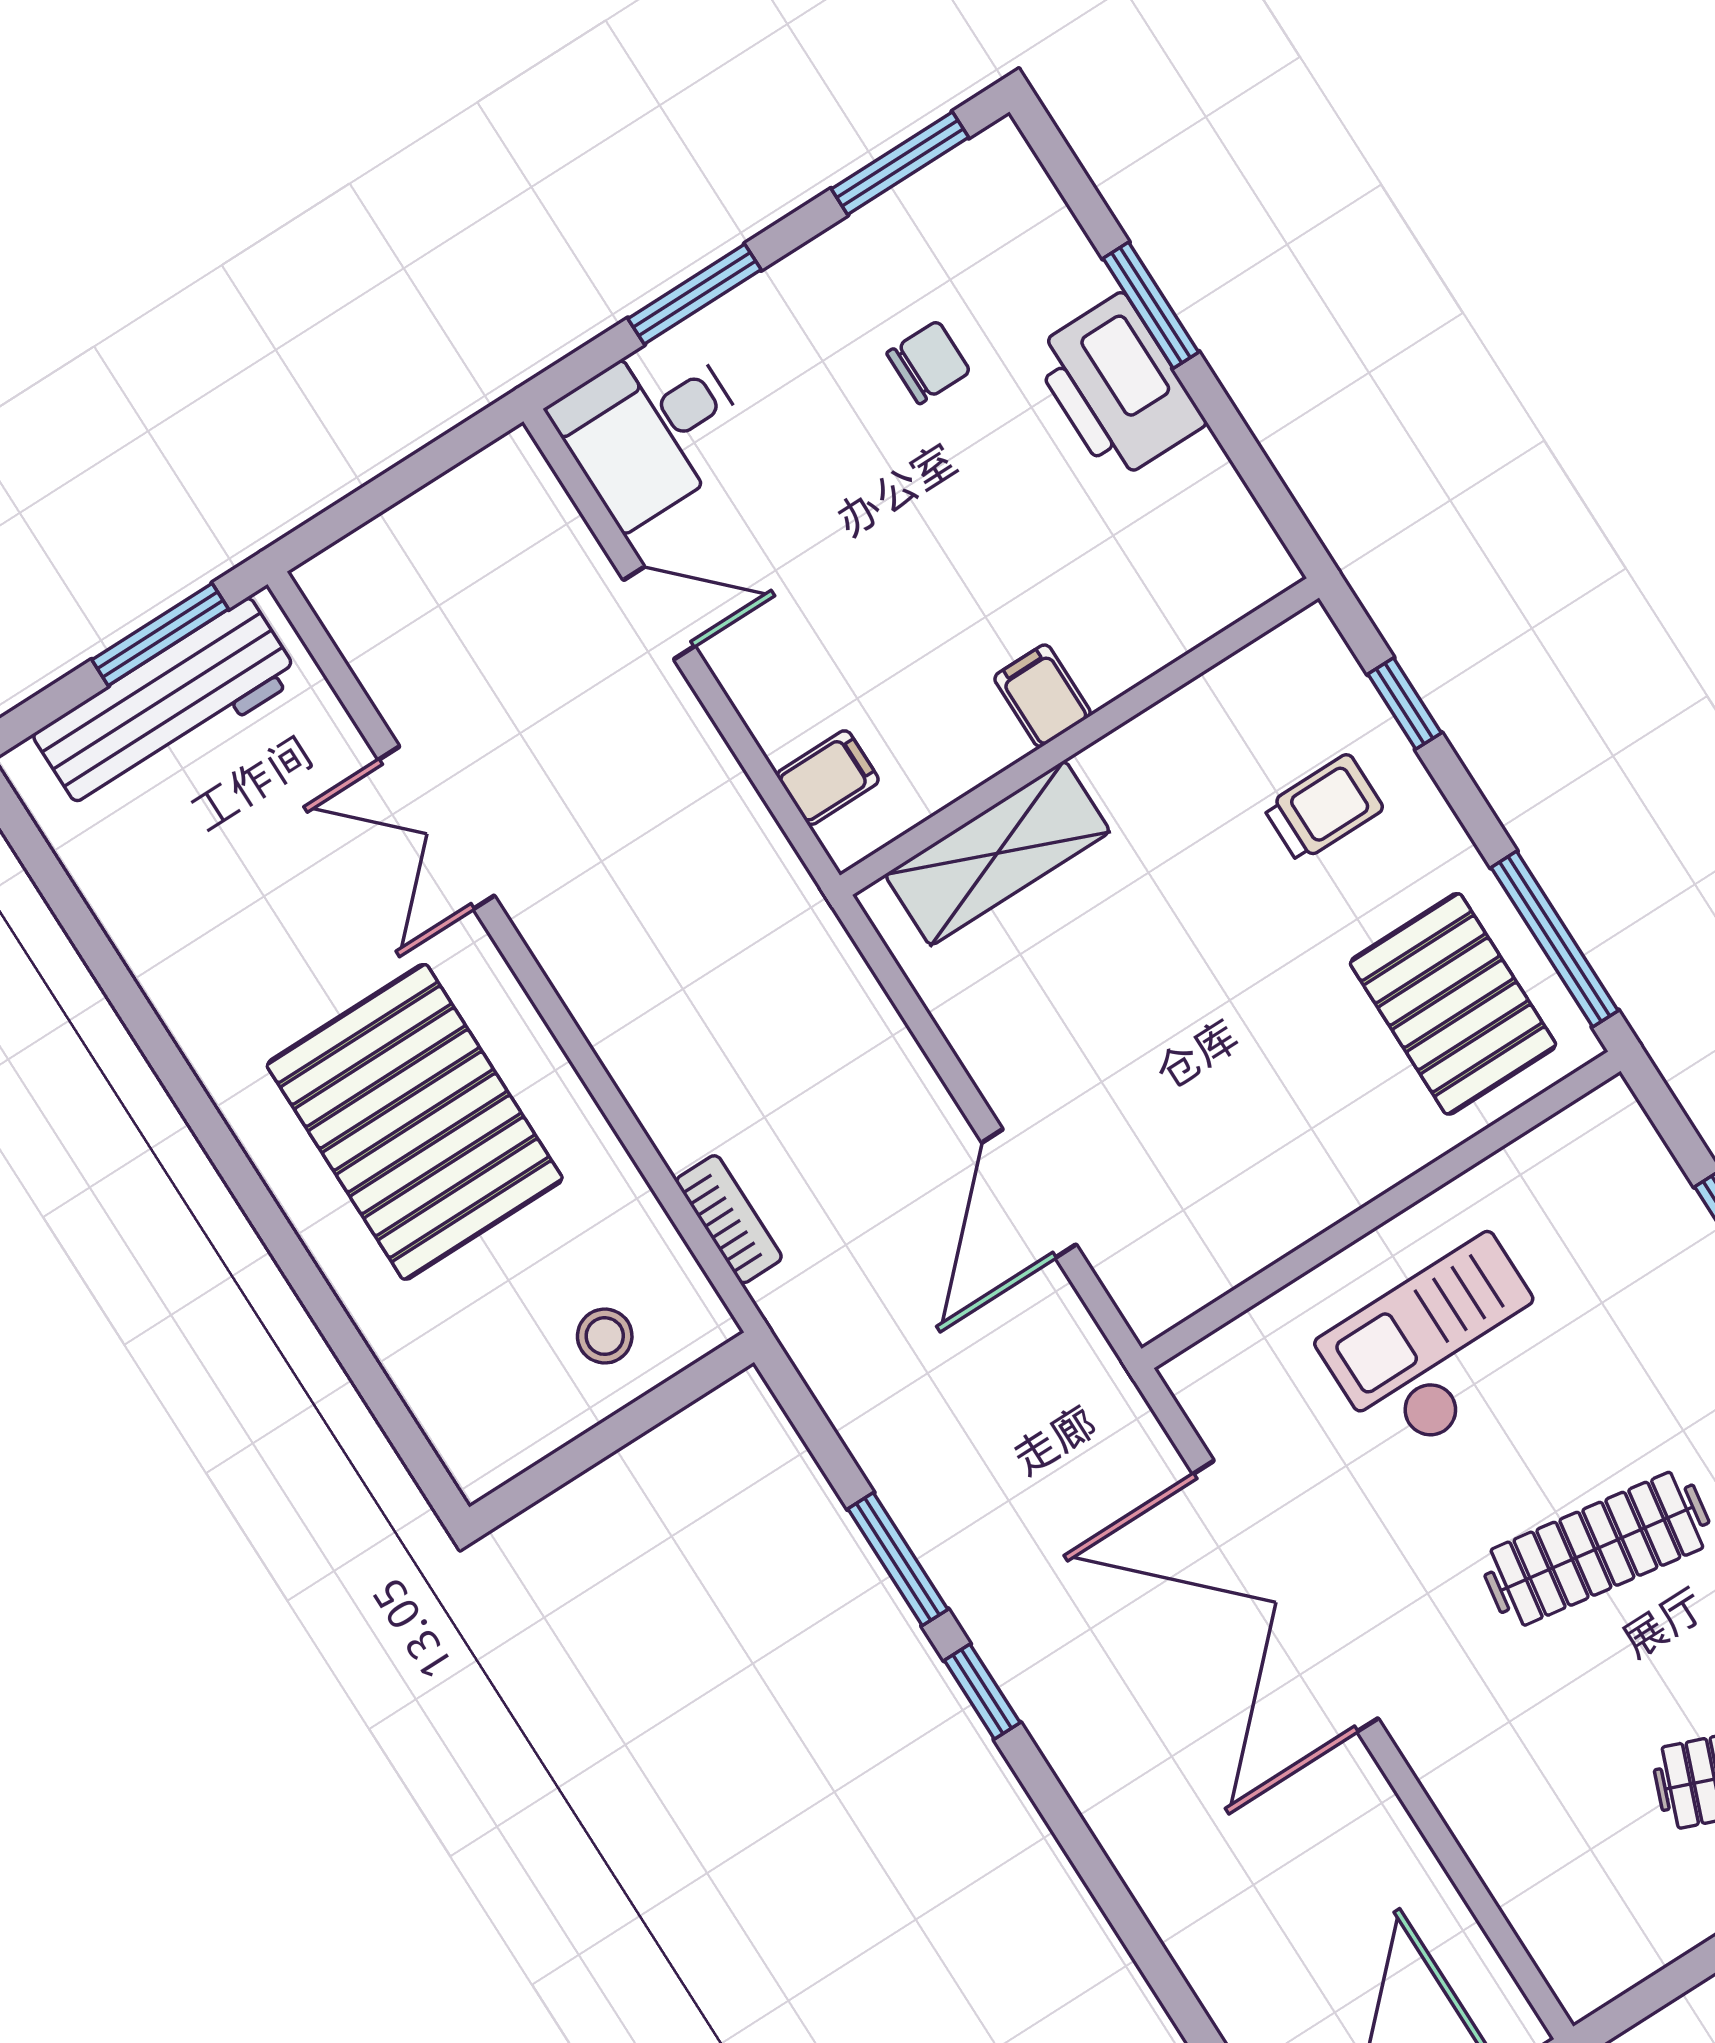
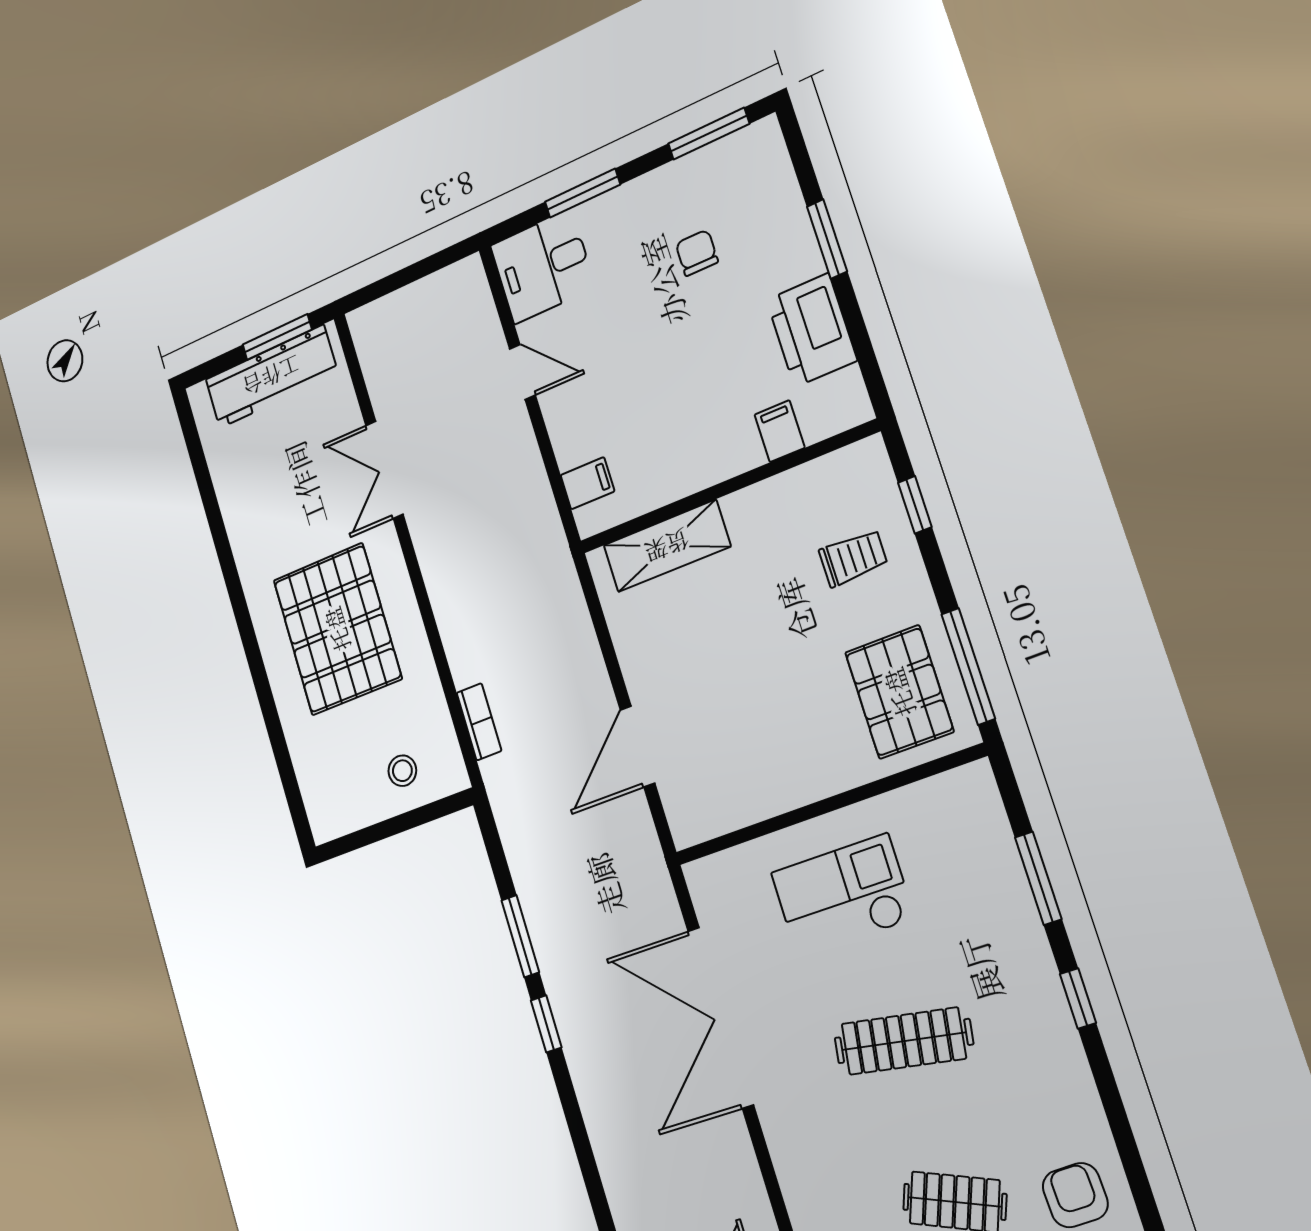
chair: (928, 362) -> (697, 253), turned -90
printer: (1118, 387) -> (812, 330), moved
filing cabinet: (1043, 696) -> (780, 431), moved

